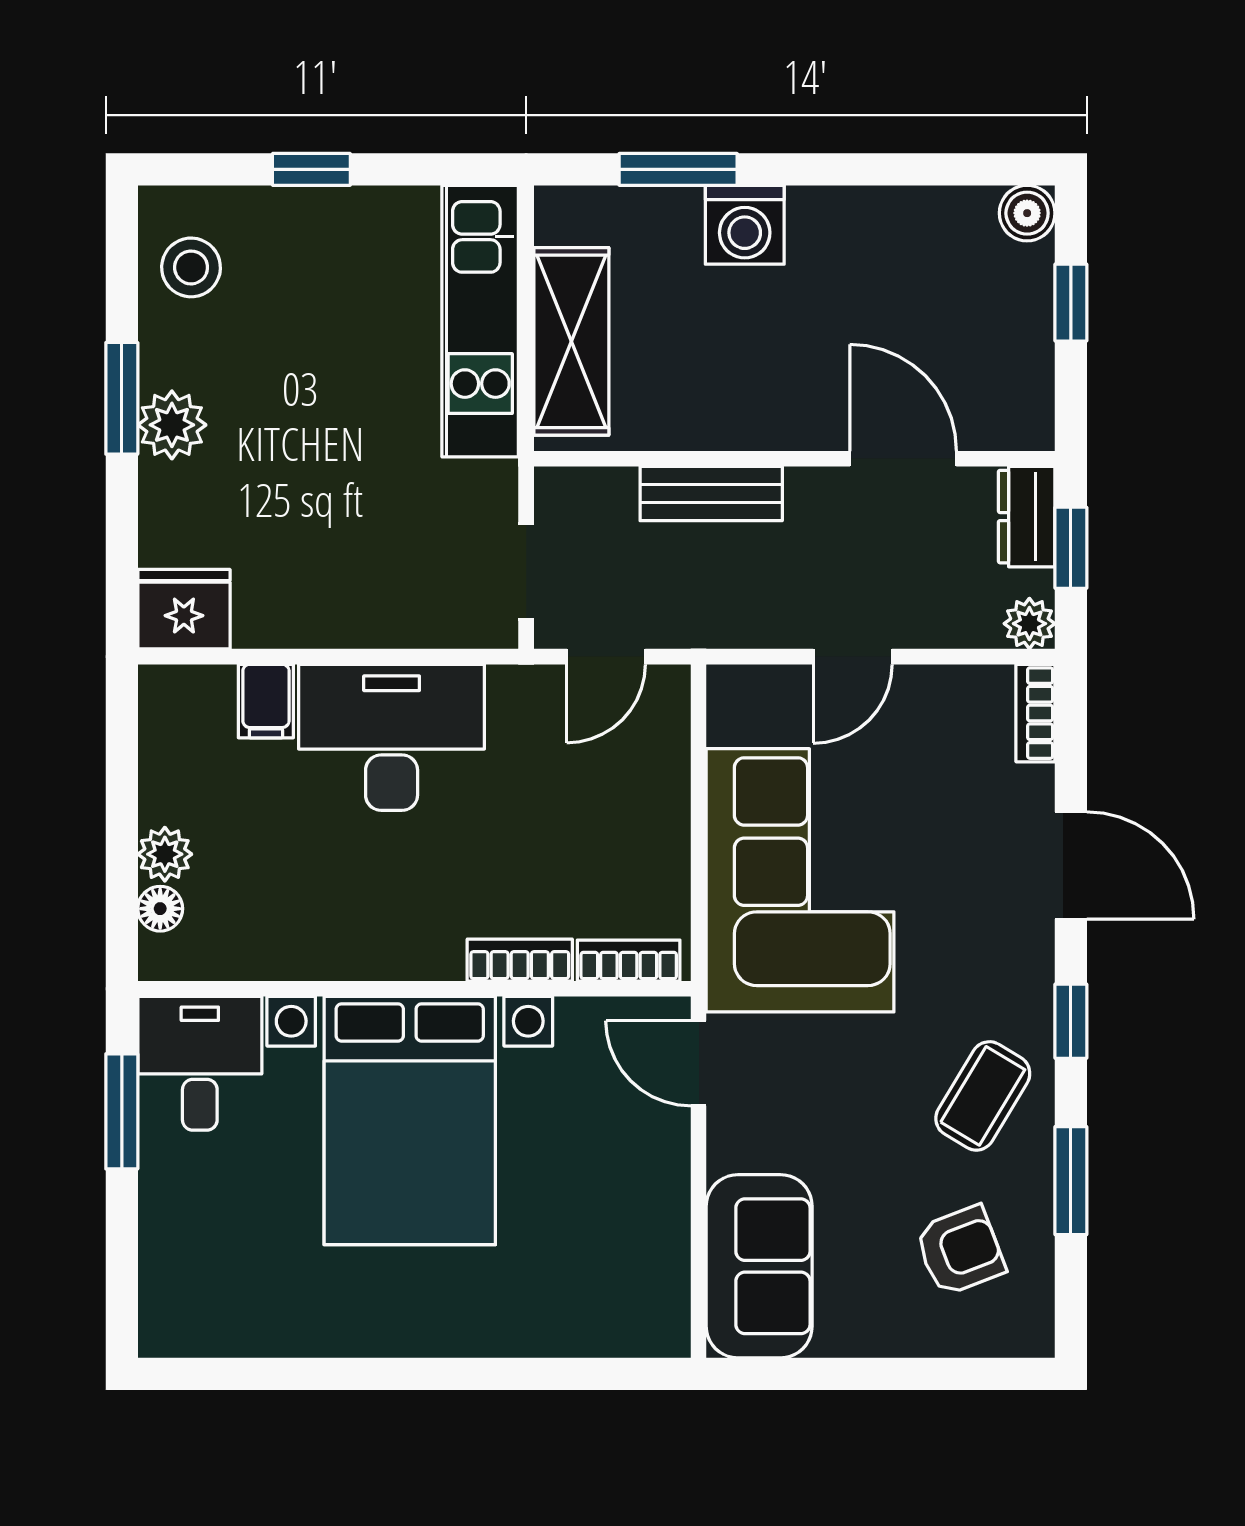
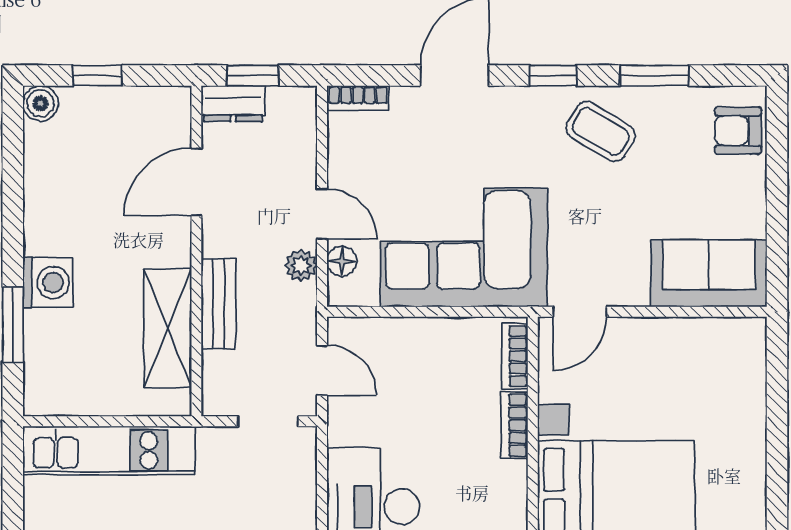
shelving: (571, 341) -> (168, 328), moved, turned 90
plant: (1029, 624) -> (301, 266), moved
floor lamp: (778, 688) -> (342, 261), added
armchair: (960, 1251) -> (738, 131), moved, turned -69

